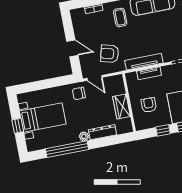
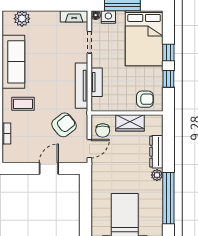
armchair: (110, 54) -> (64, 125), turned -143
chair: (79, 93) -> (103, 130), moved
armchair: (149, 105) -> (145, 99), moved, turned 180

